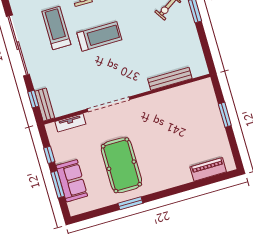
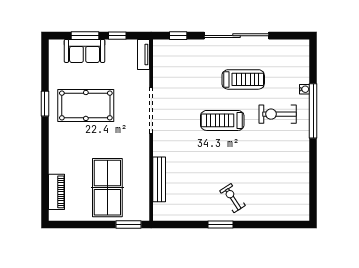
treadmill: (99, 36) -> (222, 120), turned 90
bench: (45, 105) -> (169, 46), removed
window: (225, 115) -> (128, 224), moved
tv unit: (70, 123) -> (144, 55), moved
table tennis table: (191, 124) -> (107, 188), added

